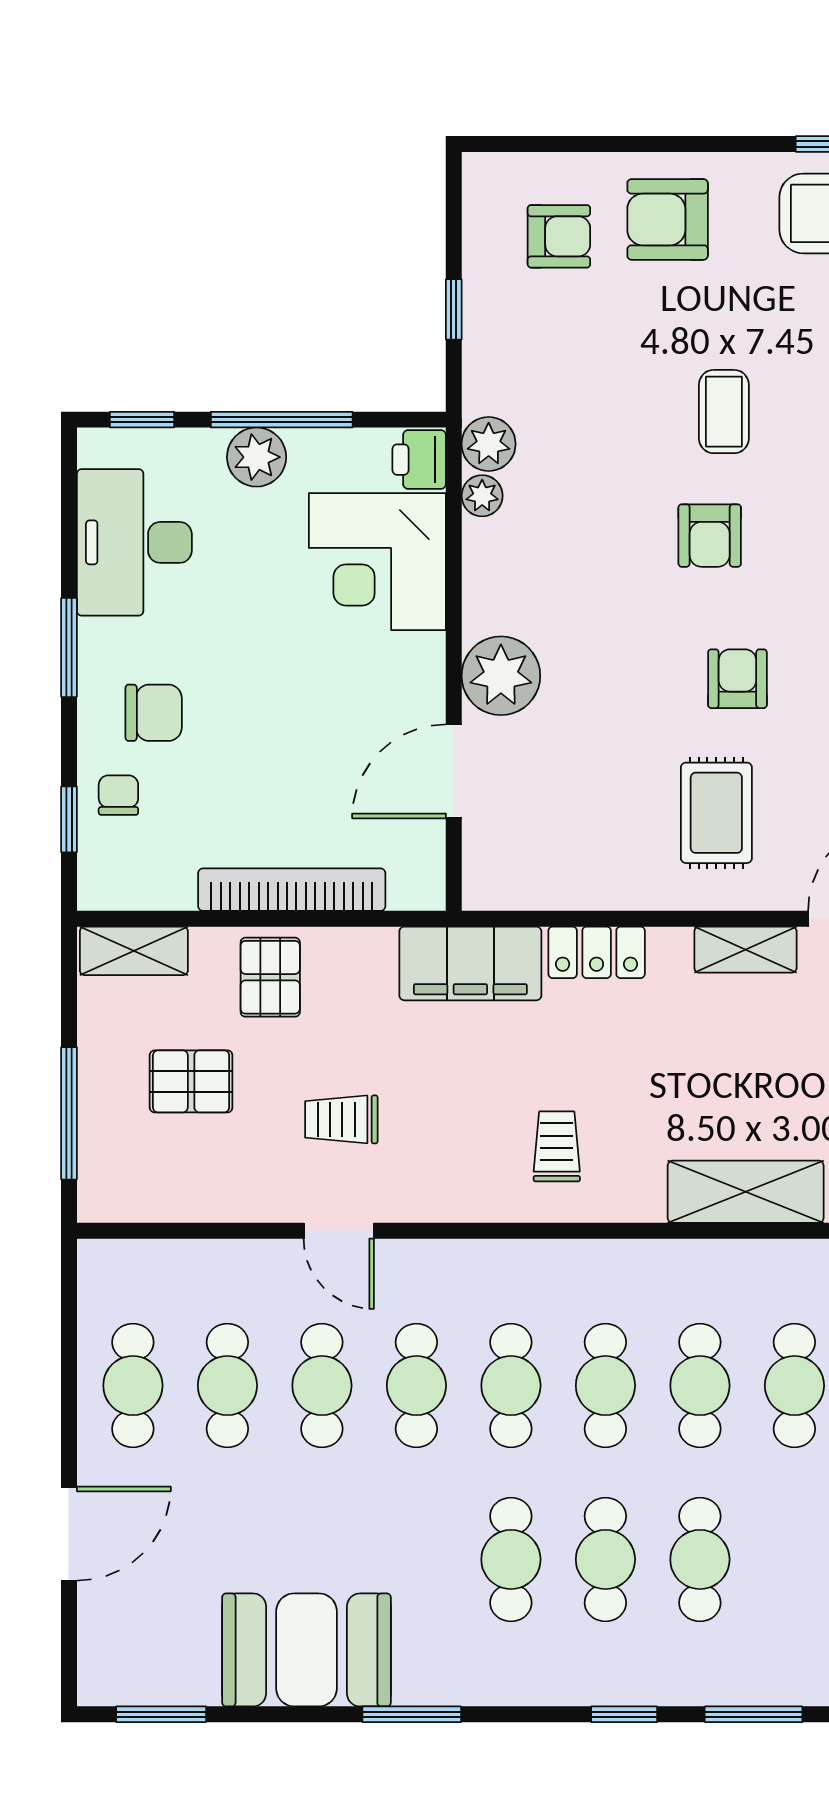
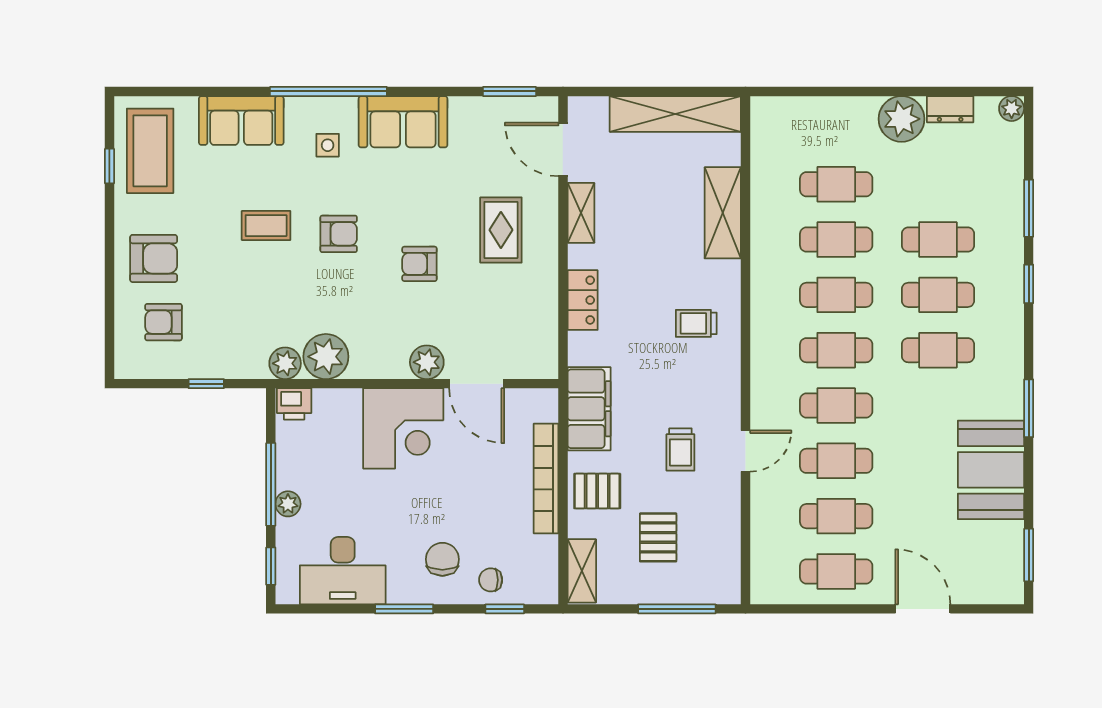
armchair: (668, 219) -> (154, 258), turned -90
armchair: (559, 236) -> (164, 322), turned -90
plant: (257, 457) -> (288, 504), width x0.73, depth x0.73
plant: (482, 496) -> (326, 357), width x1.88, depth x1.88
corner desk: (377, 562) -> (403, 428), moved
plant: (501, 676) -> (427, 362), width x0.73, depth x0.73
armchair: (737, 679) -> (419, 264), moved
rug: (716, 813) -> (501, 230), turned 90
filing cabinet: (470, 963) -> (589, 409), moved

